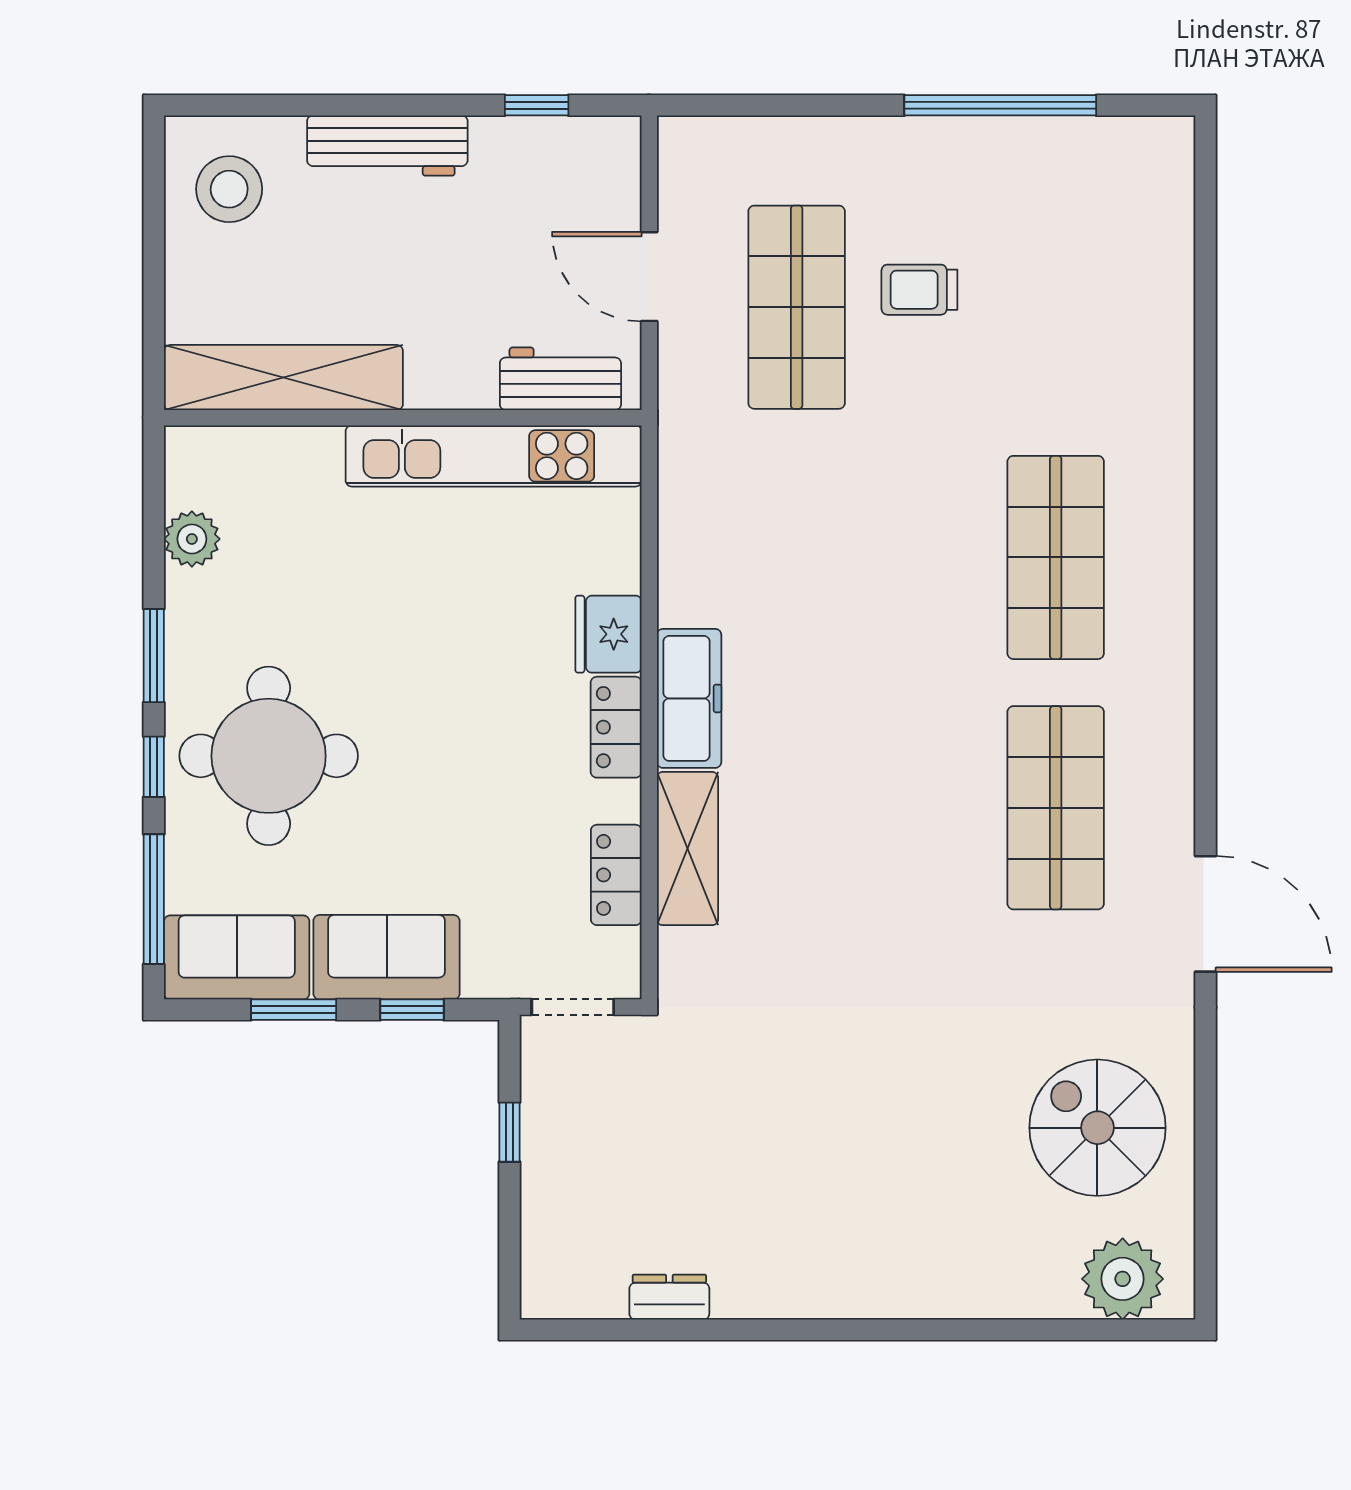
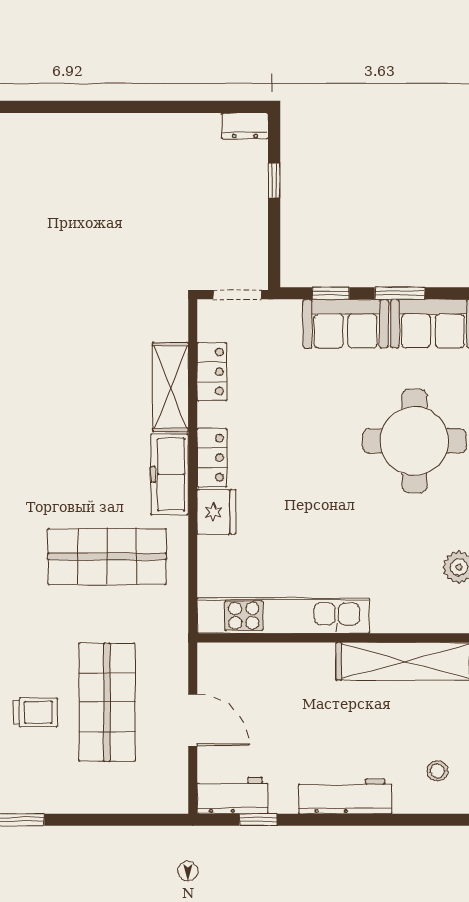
stool: (229, 189) -> (437, 771), width x0.53, depth x0.53
workbench: (560, 379) -> (232, 796), moved, turned 180
shop shelf: (797, 557) -> (107, 556), added
window: (509, 1132) -> (274, 181), moved
dresser: (669, 1297) -> (245, 126), moved

